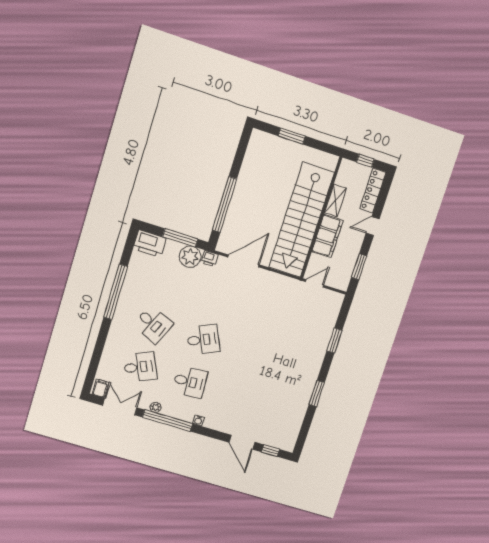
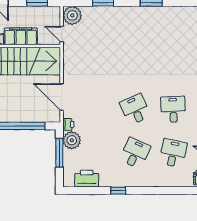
printer: (150, 243) -> (87, 179), moved, turned -90
window: (116, 292) -> (118, 191), width x0.32
plant: (331, 302) -> (72, 15), added
desk: (140, 367) -> (173, 153), turned 36

